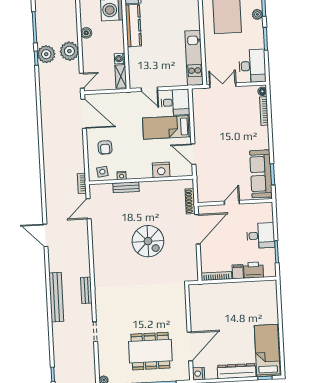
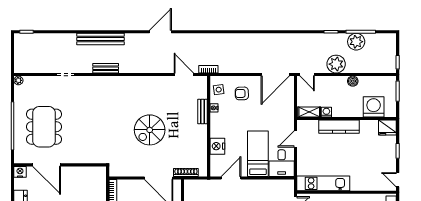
kitchen counter: (133, 26) -> (339, 127), moved
plant: (46, 54) -> (356, 42), moved

